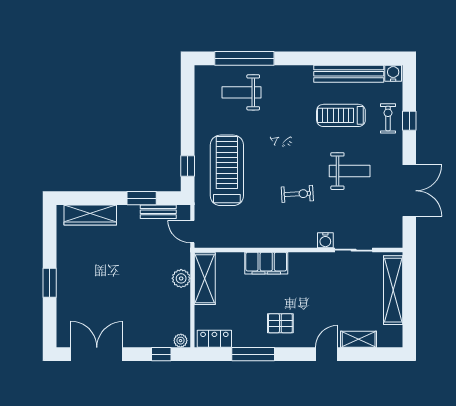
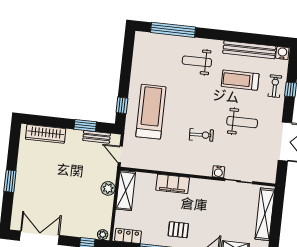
weight bench: (242, 92) -> (197, 61), moved

